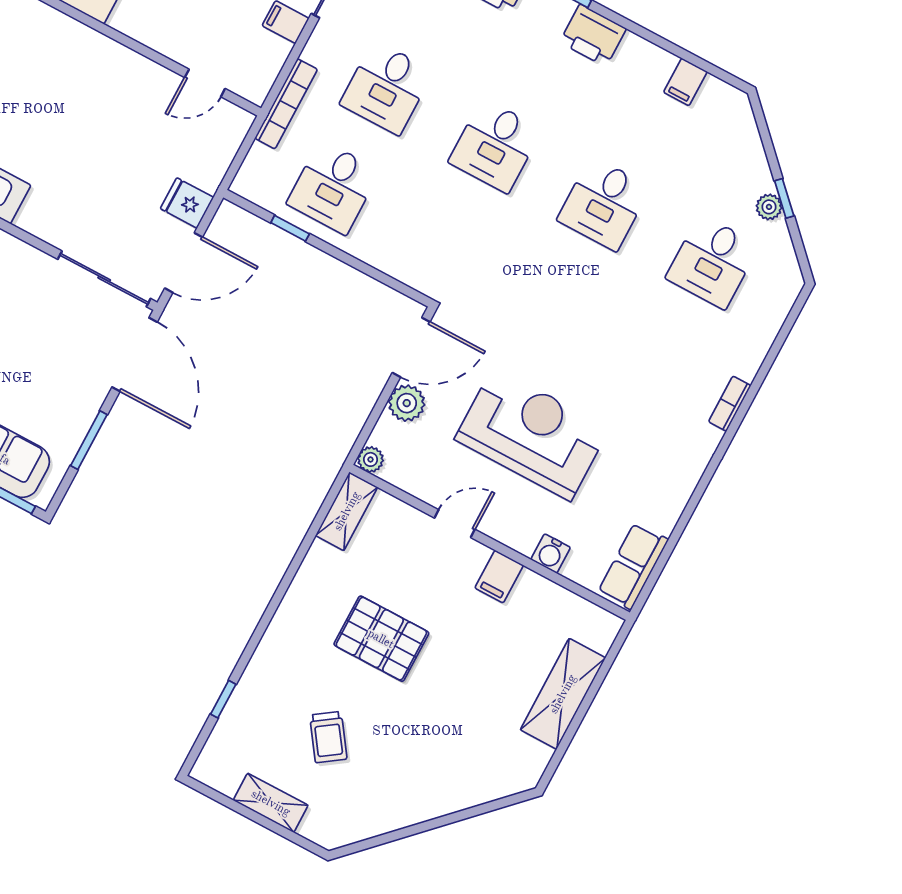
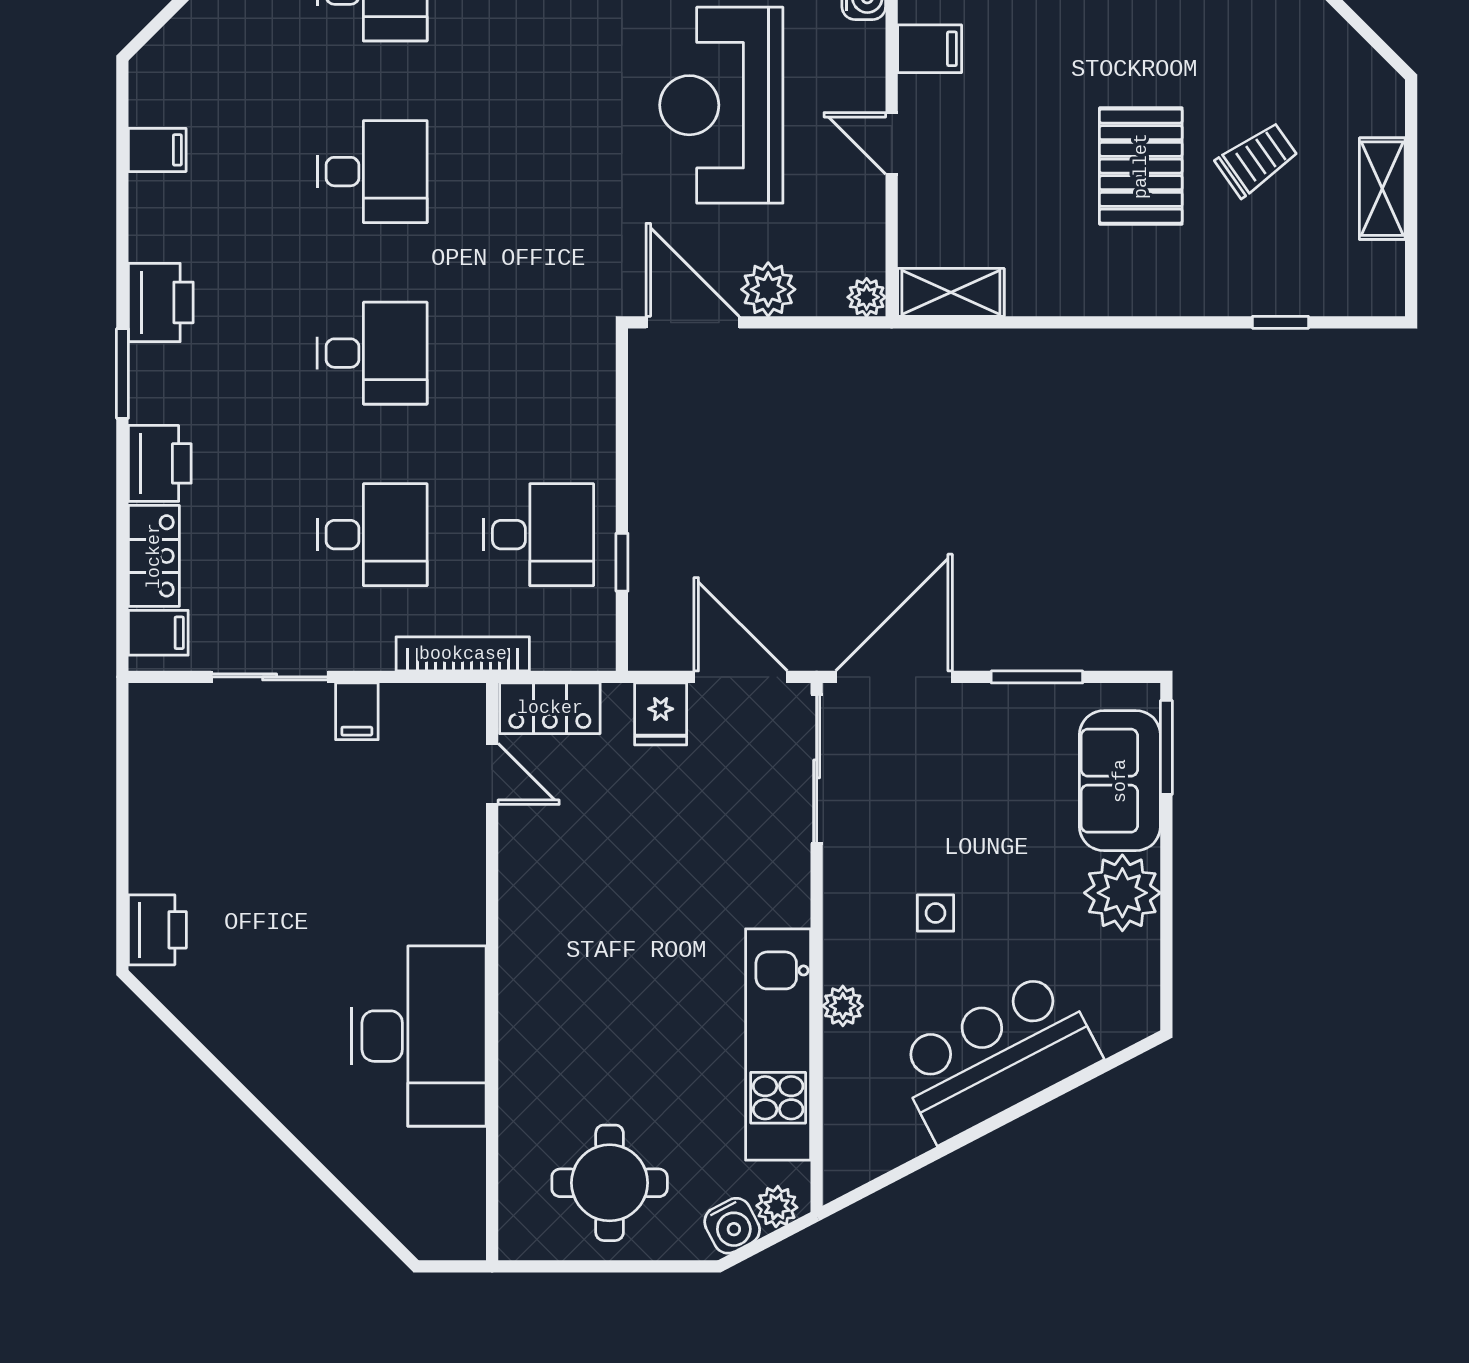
locker: (226, 138) -> (550, 708), added
pallet: (381, 639) -> (1141, 166), moved

